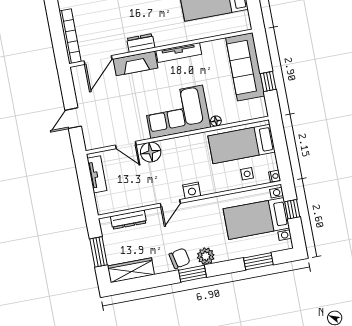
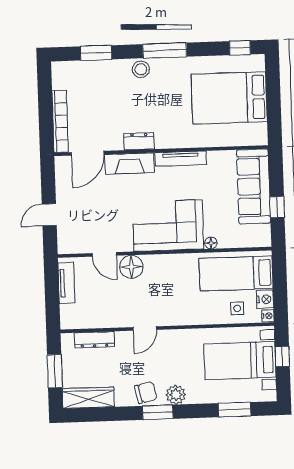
nightstand: (192, 190) -> (265, 299), moved, turned -90

